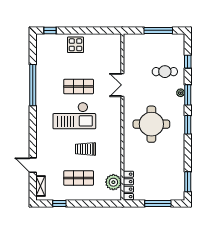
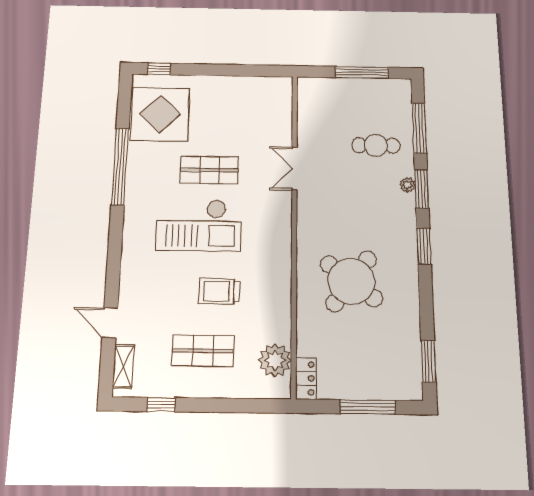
display table: (75, 45) -> (160, 114), moved, width x1.86, depth x1.86
window: (188, 62) -> (419, 128), width x2.17
round table: (151, 124) -> (351, 281), moved, turned 37
locker: (128, 185) -> (306, 378), width x0.66

